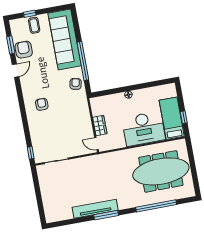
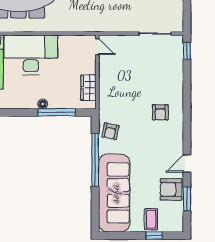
armchair: (24, 50) -> (171, 189), turned 90
window: (117, 90) -> (57, 112), added
wardrobe: (100, 125) -> (88, 88), moved

